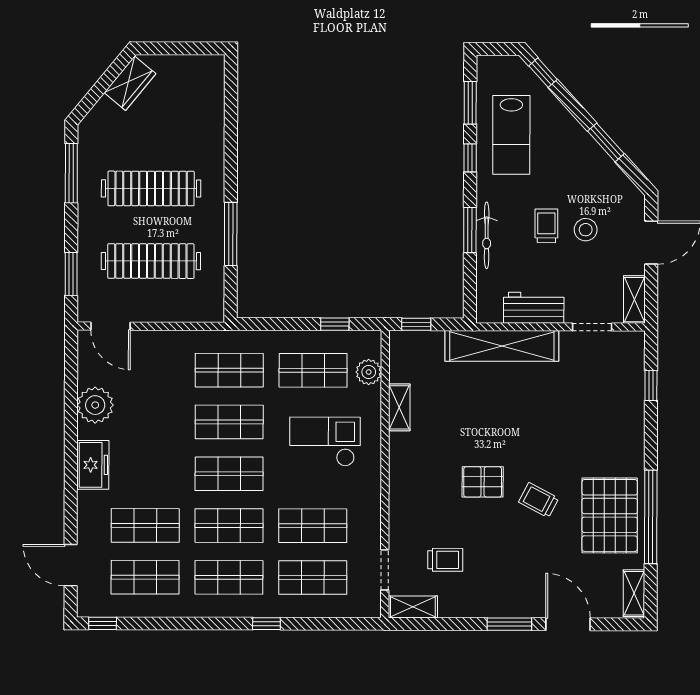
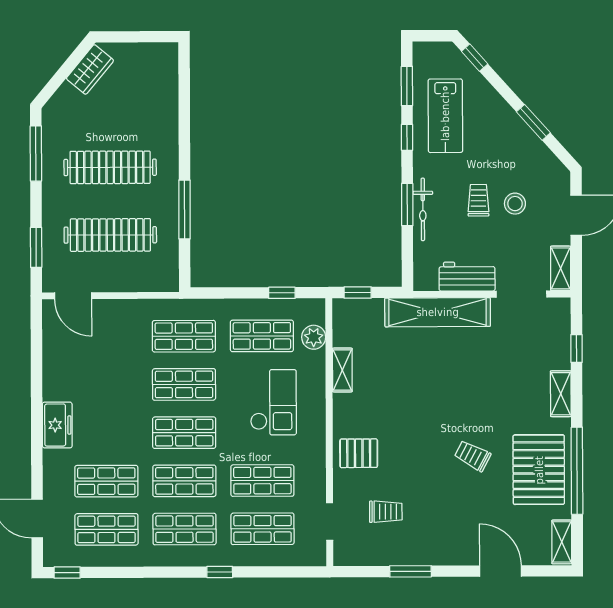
doorway: (592, 327) -> (521, 294), width x1.38
plant: (95, 405) -> (59, 369), removed
checkout: (325, 442) -> (273, 402), turned 90
pallet: (483, 482) -> (359, 453), moved
shelving: (413, 607) -> (561, 394), moved, turned 90
window: (509, 624) -> (410, 571), moved

